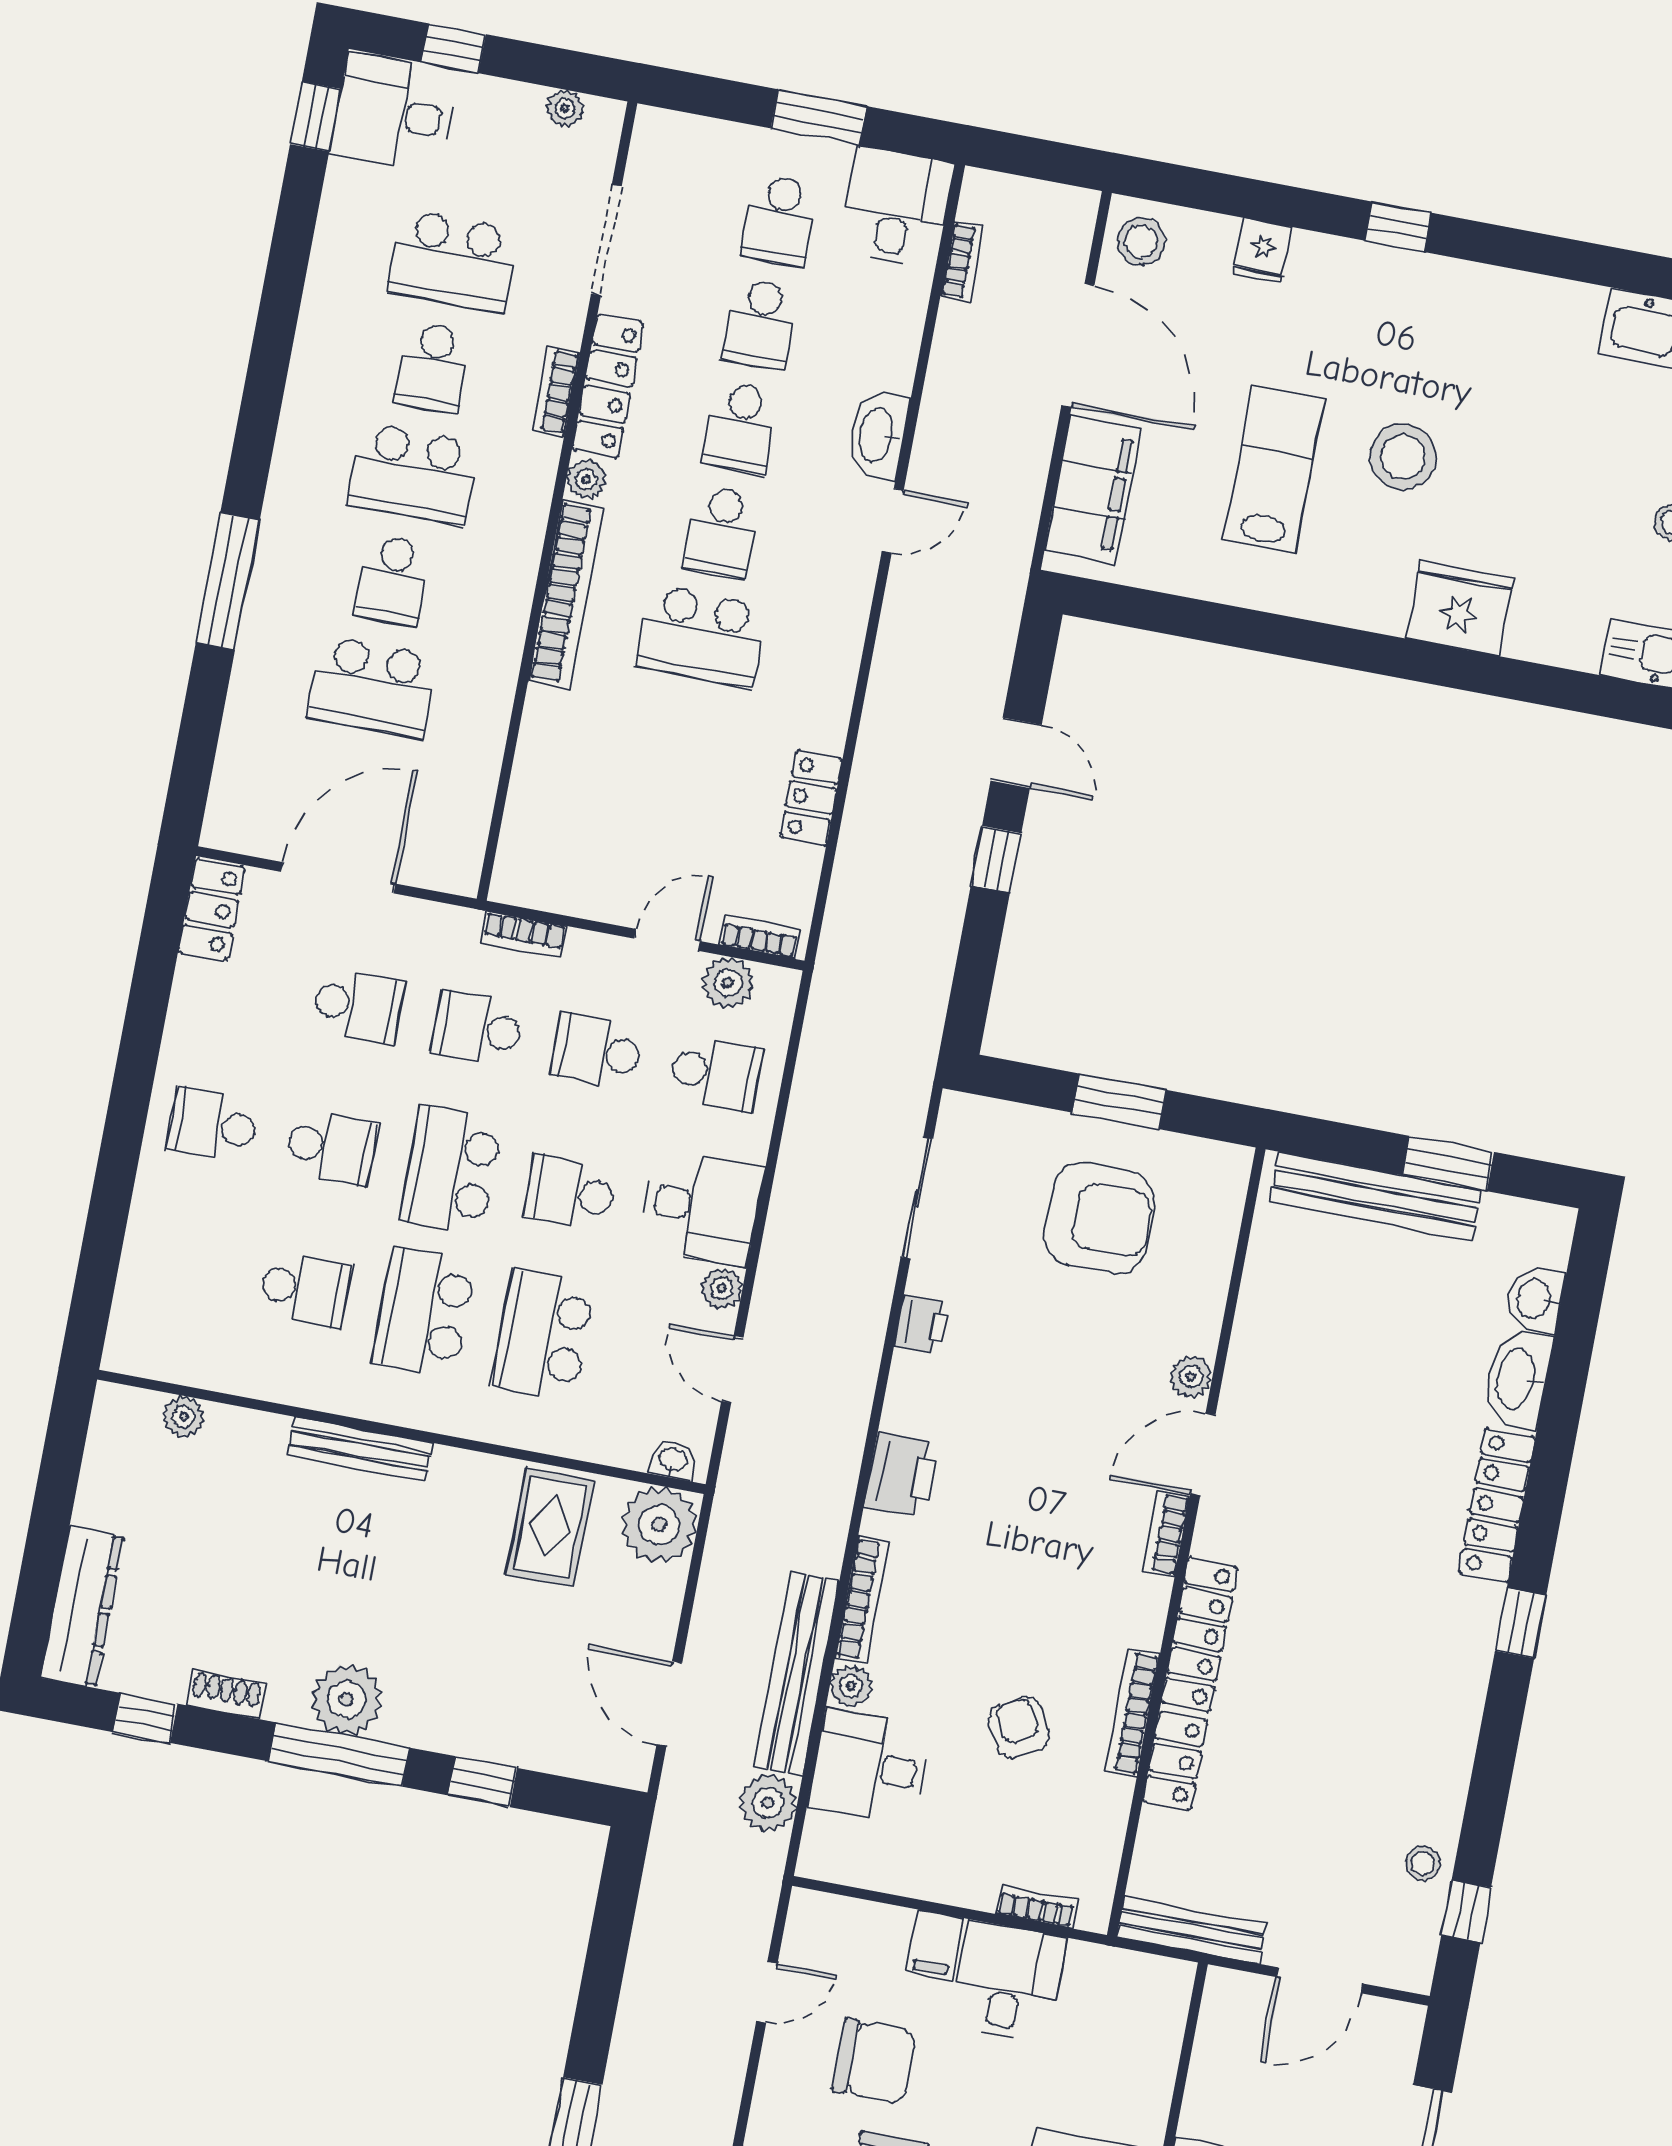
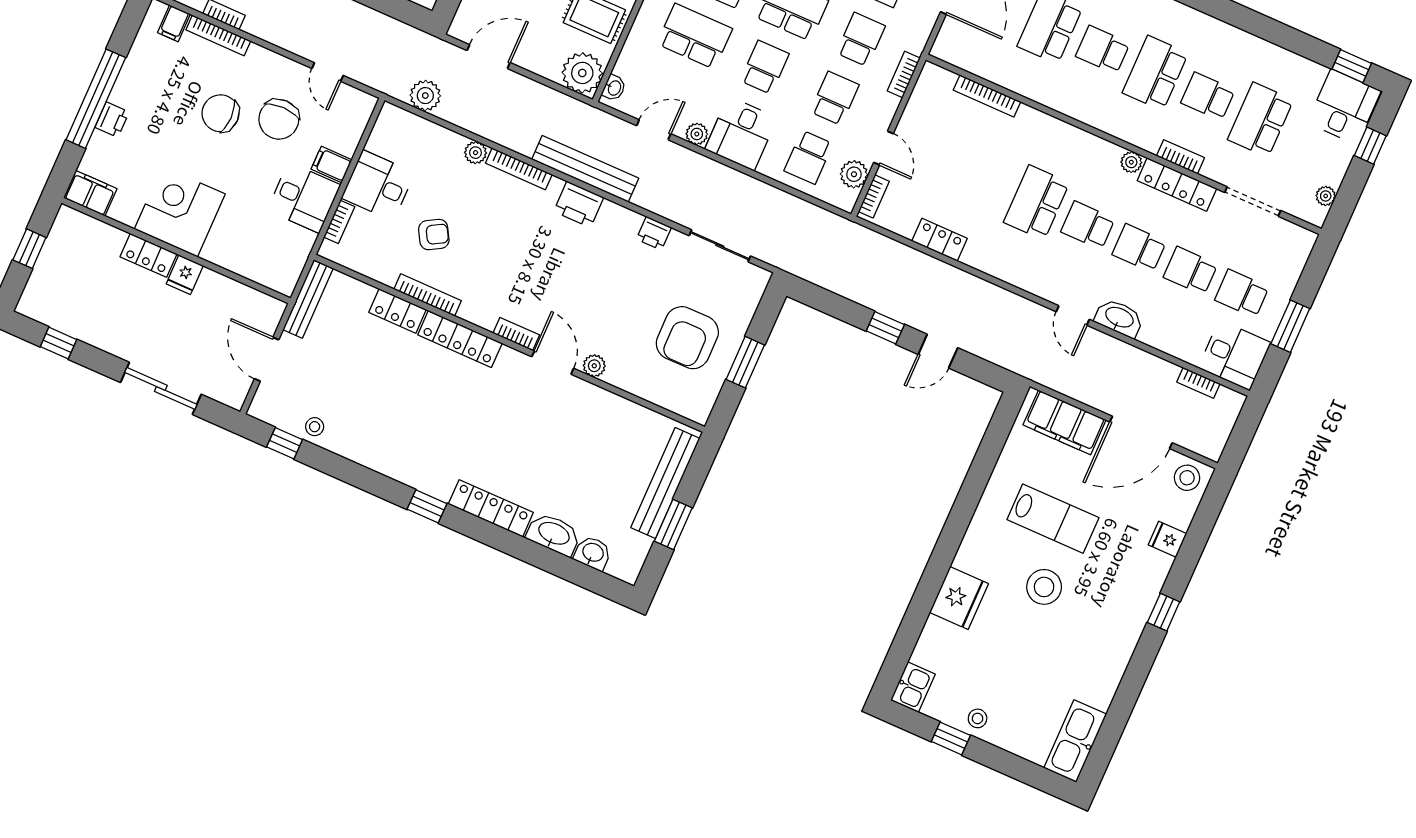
bookcase: (566, 594) -> (987, 96), moved, width x0.68, depth x0.76
bench: (797, 1673) -> (585, 169), moved
desk: (870, 1766) -> (378, 185), moved, turned -90

